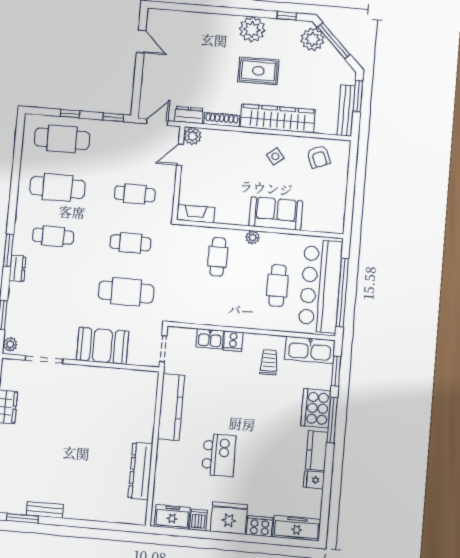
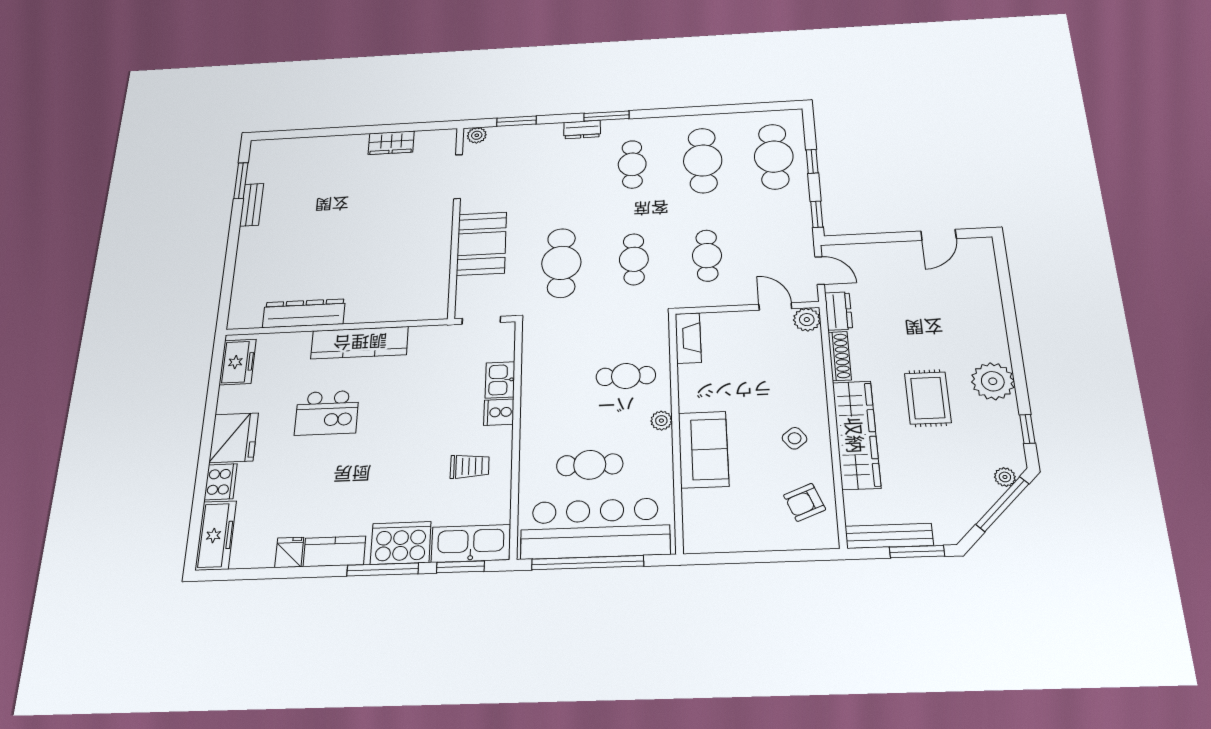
plant: (312, 39) -> (1005, 477), width x0.53, depth x0.53
kitchen sink: (310, 350) -> (471, 543), moved, turned 90
kitchen counter: (171, 407) -> (360, 343), moved
dishwasher: (198, 520) -> (232, 397), removed

